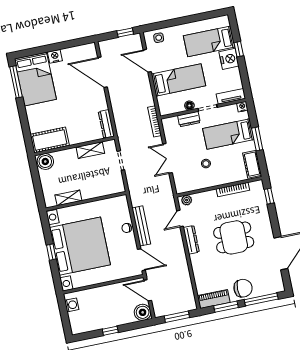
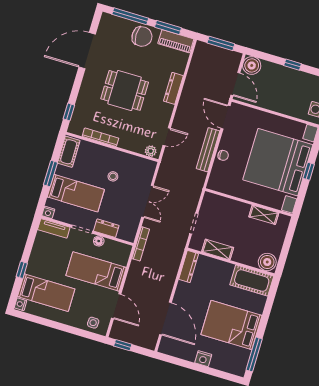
nightstand: (229, 59) -> (20, 304), moved, width x0.53, depth x0.56
bed: (35, 79) -> (231, 325), moved, turned -90
dresser: (191, 240) -> (173, 88), moved
chair: (243, 288) -> (142, 37), turned 180

